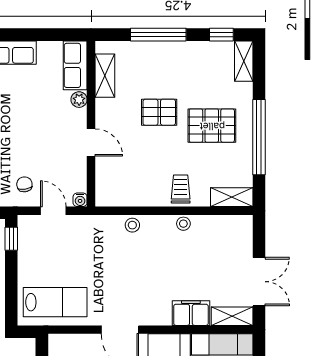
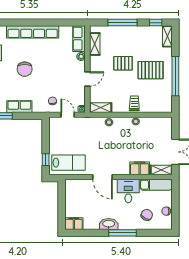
door: (91, 142) -> (87, 79), hinge flipped
shelving: (232, 197) -> (101, 108), moved
window: (11, 239) -> (46, 160), moved

